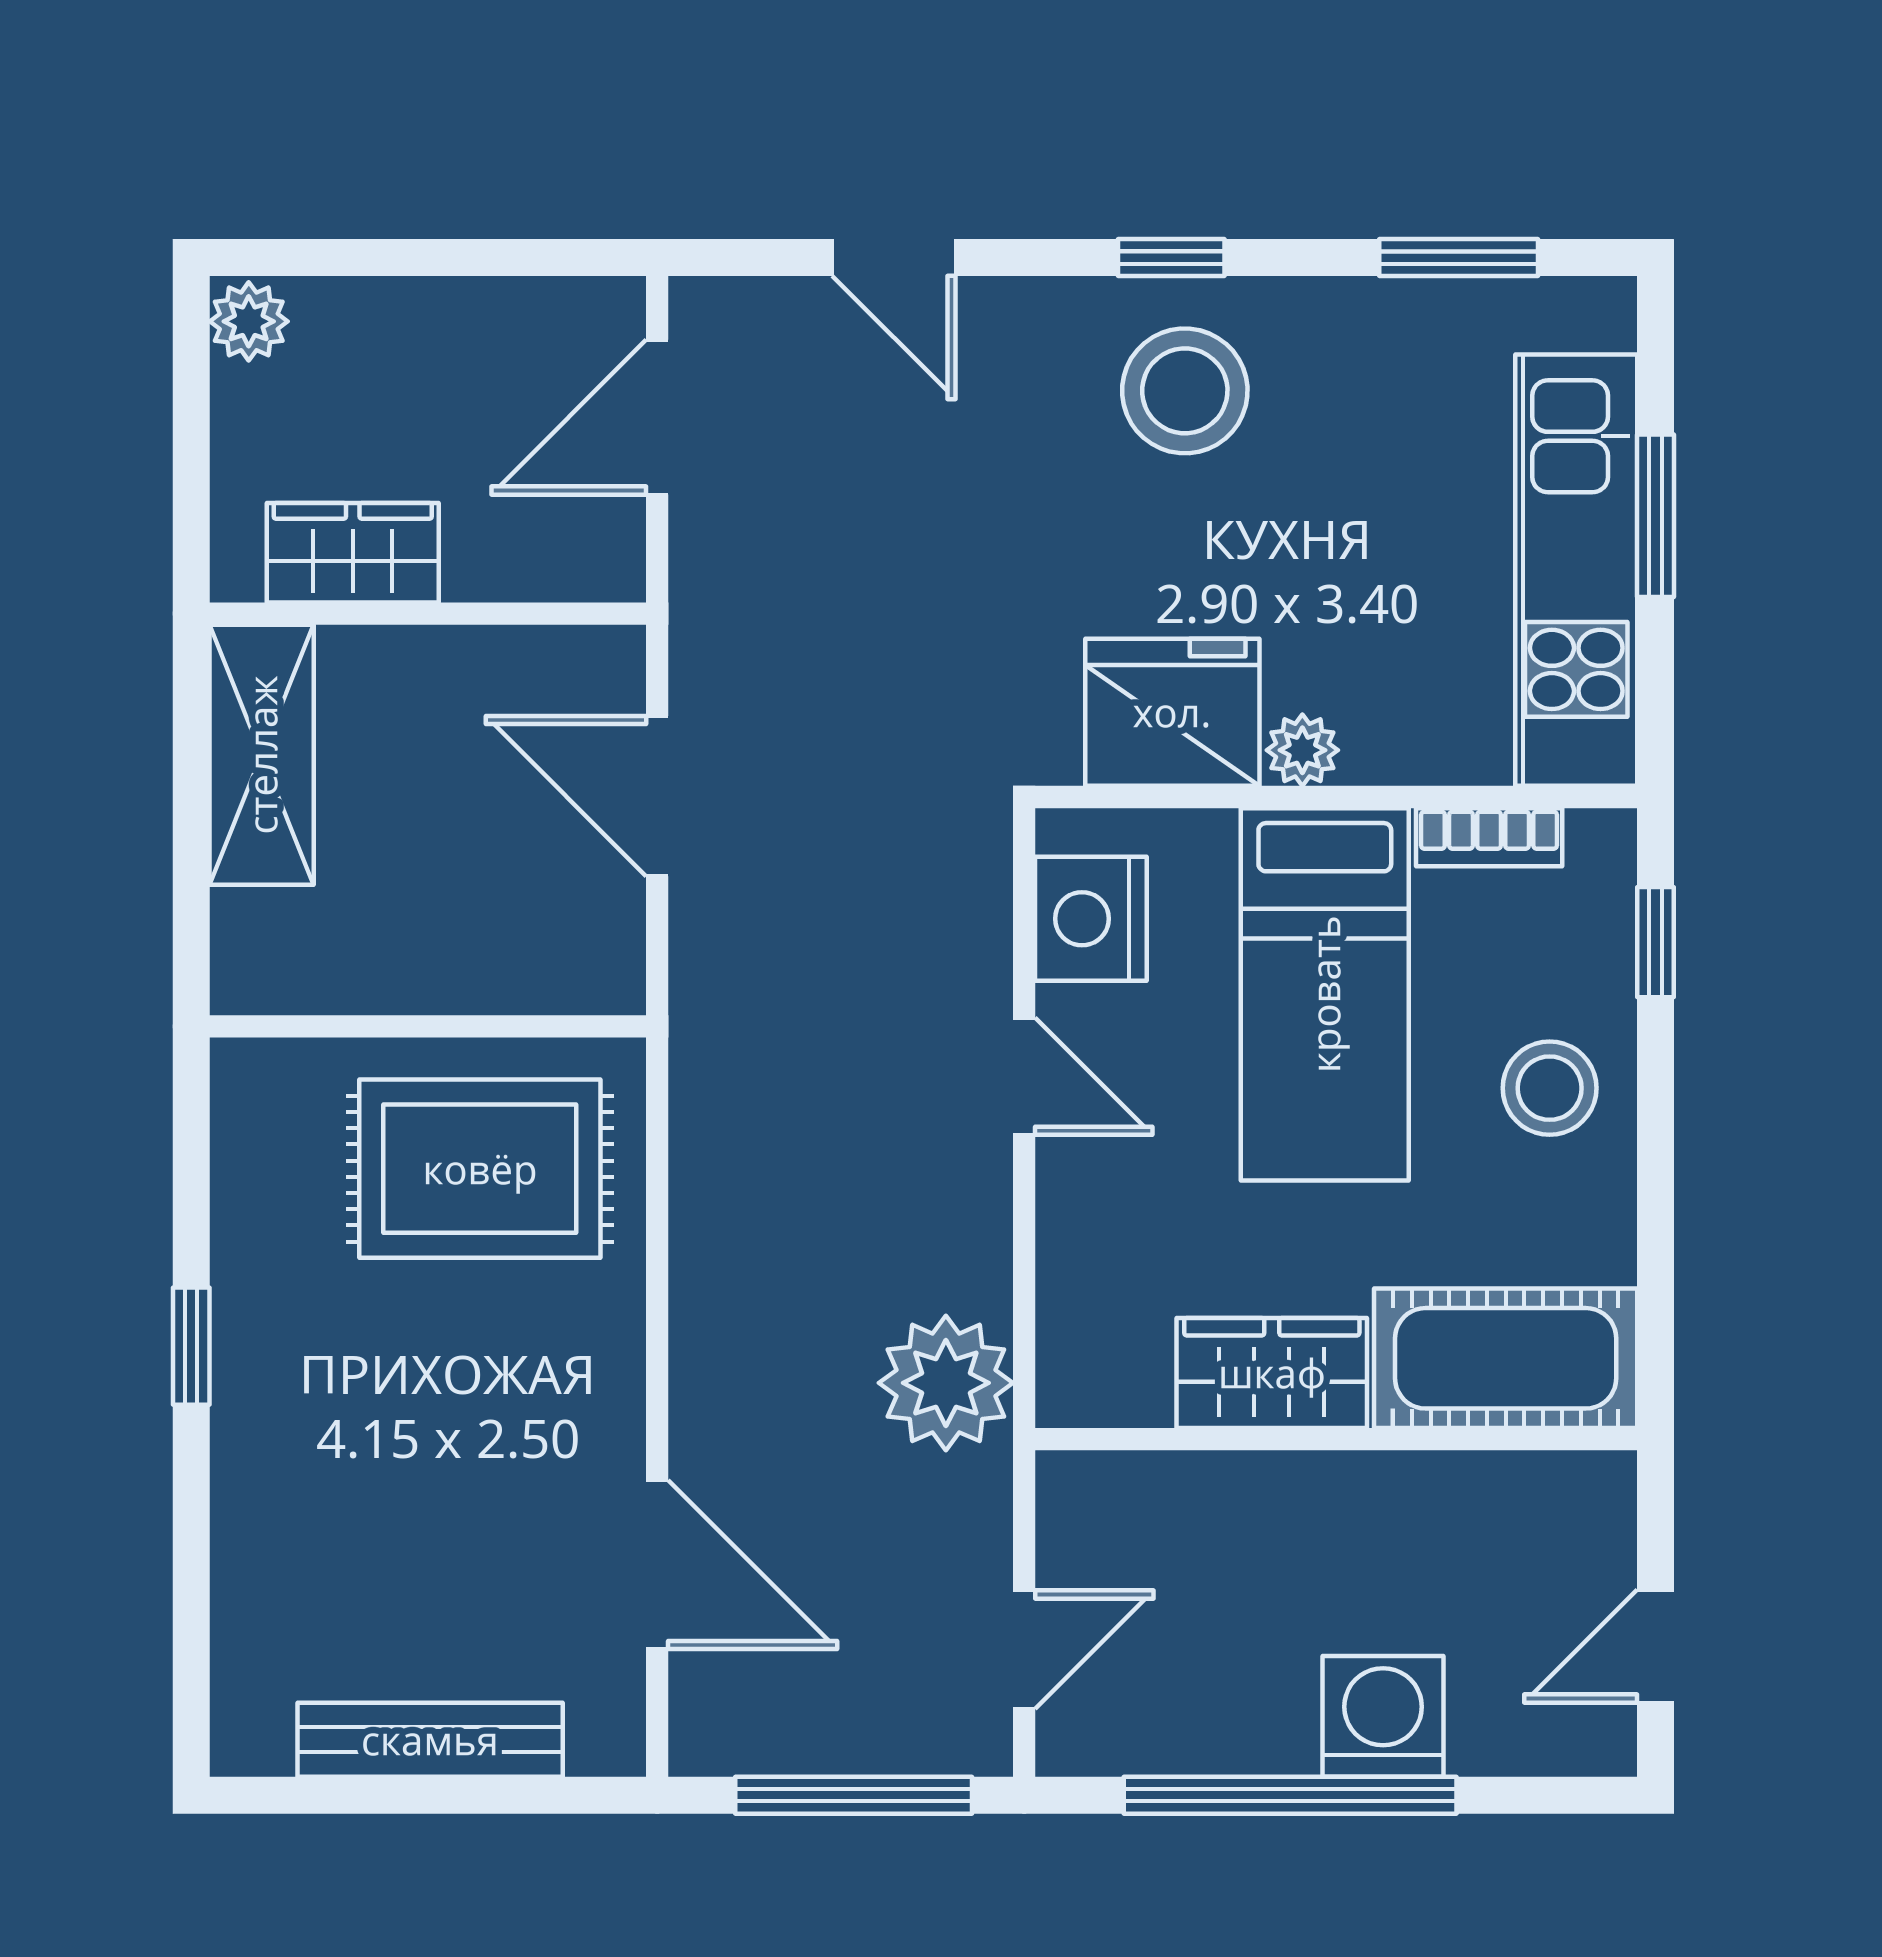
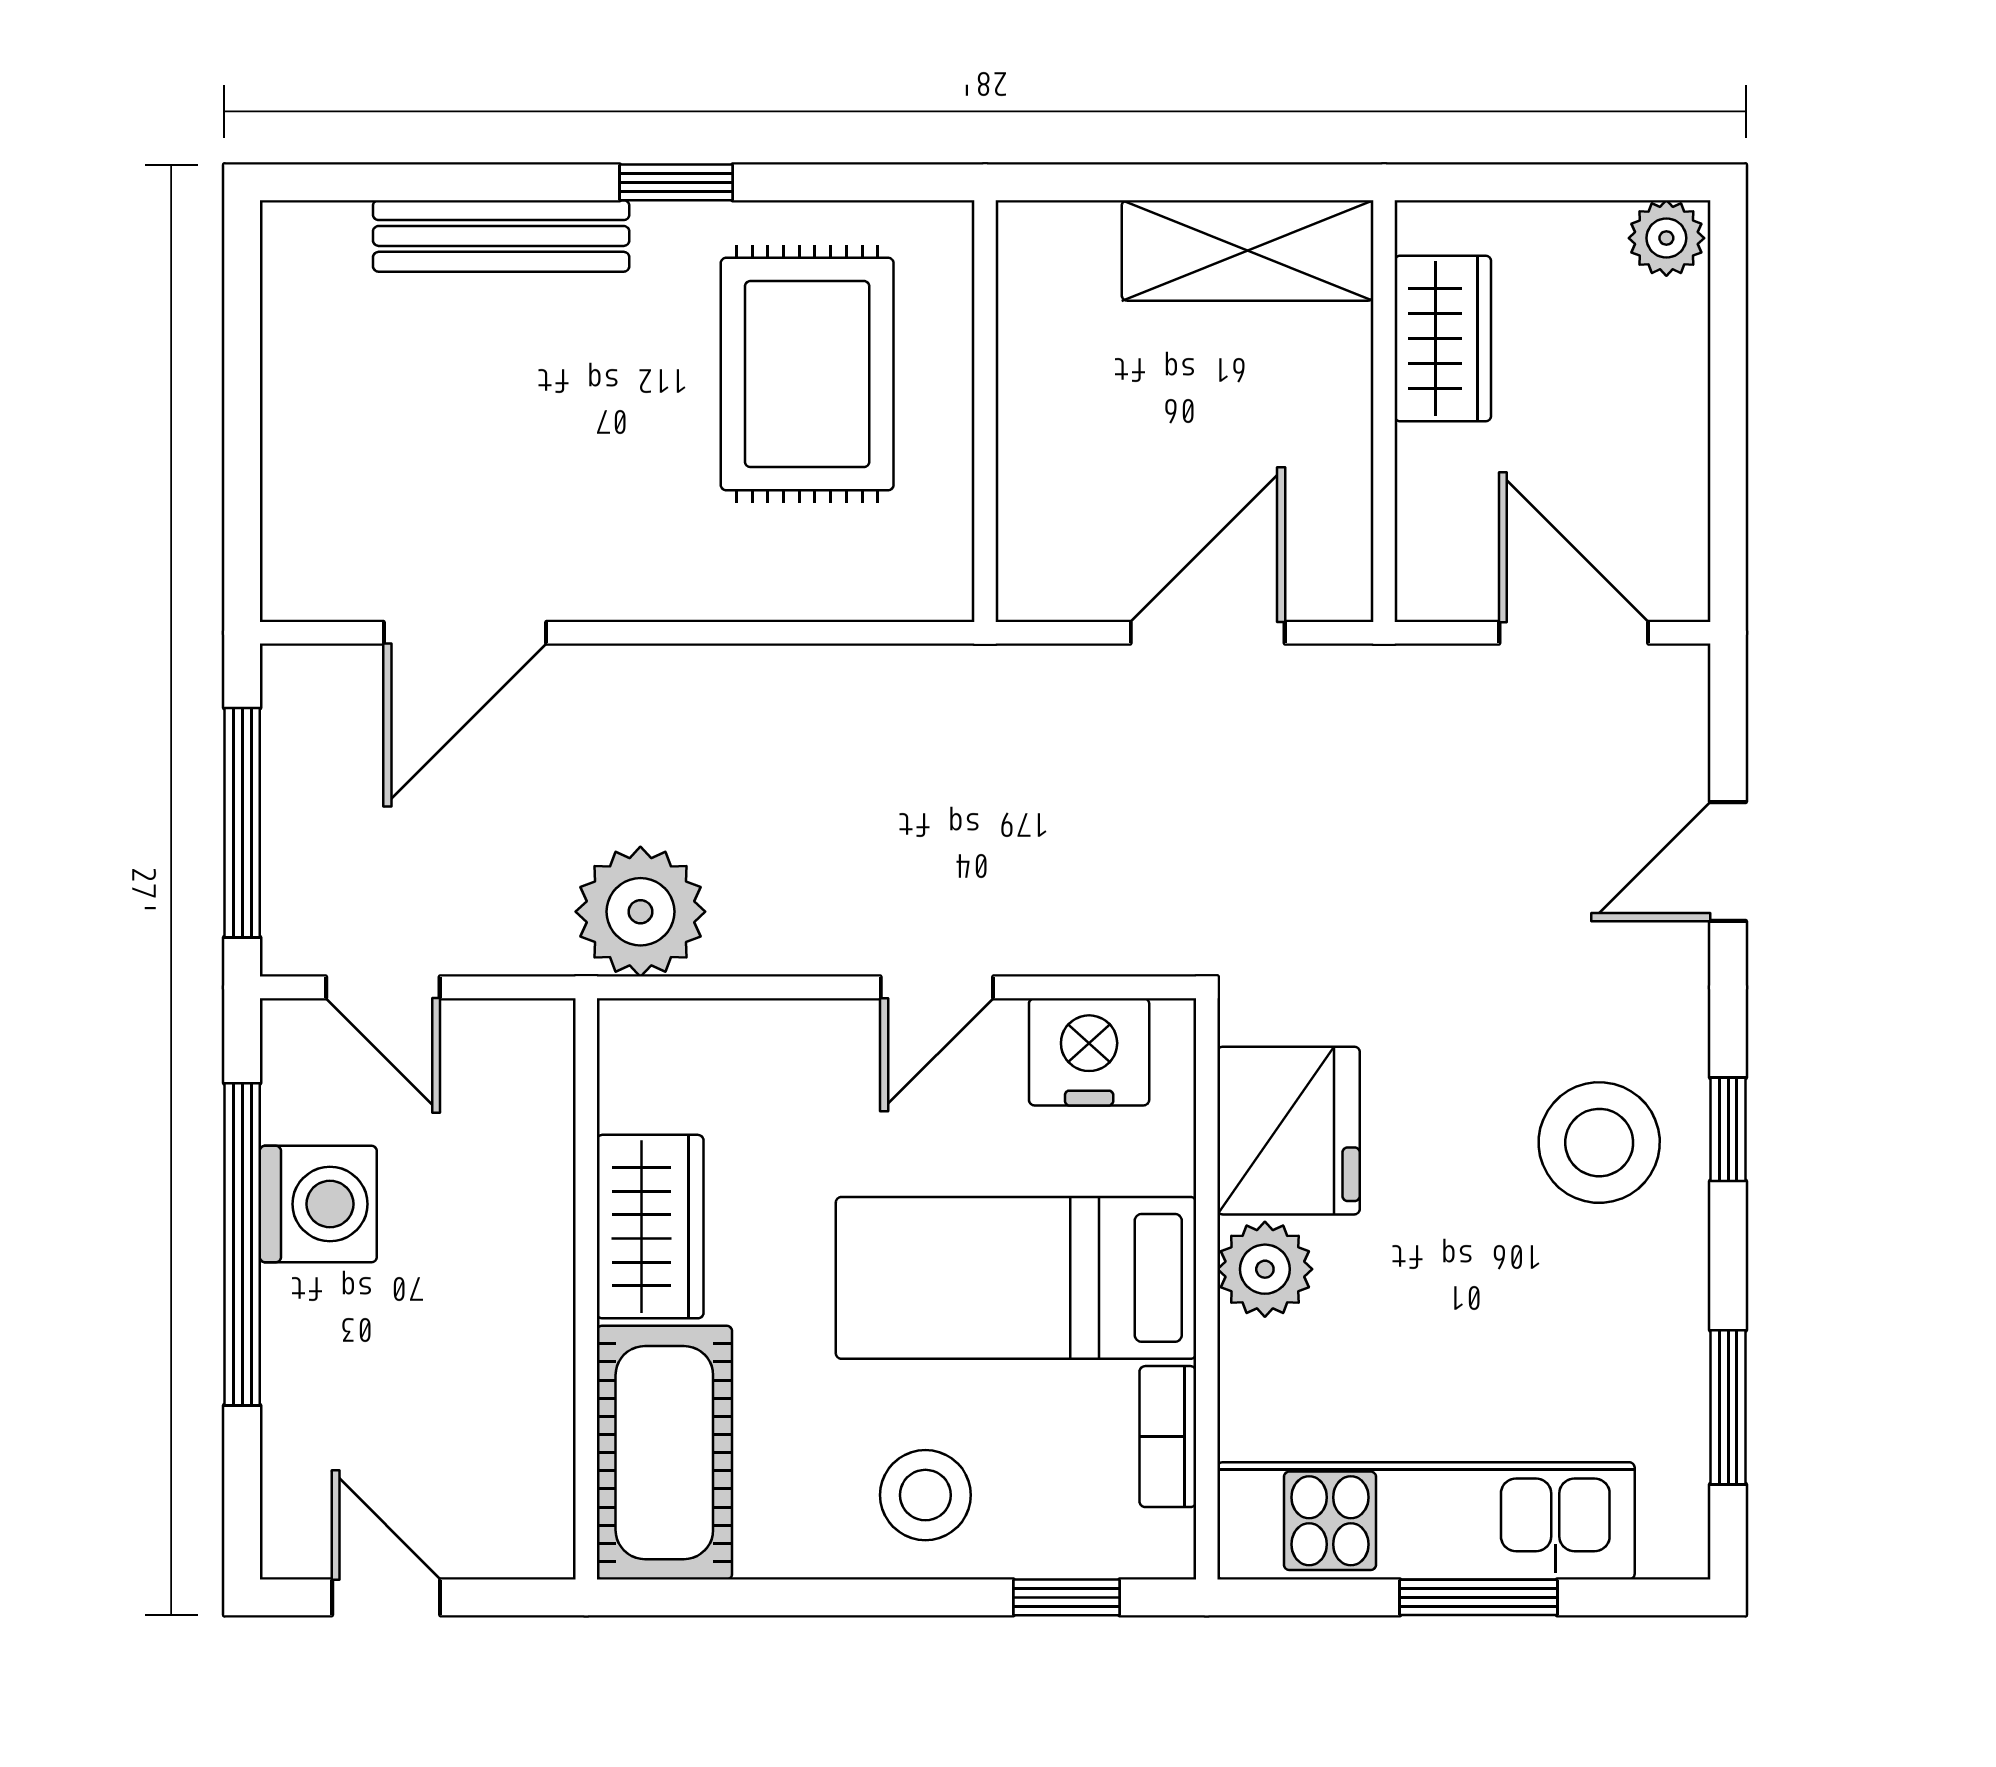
plant: (1302, 750) -> (1265, 1269), width x1.38, depth x1.38
rug: (480, 1169) -> (807, 374), moved
washing machine: (1383, 1716) -> (318, 1204), moved
bench: (430, 1740) -> (501, 236), moved, turned 90

